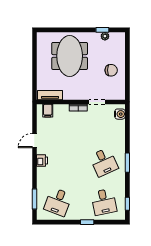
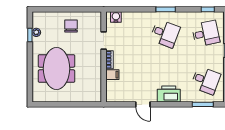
meeting table: (70, 56) -> (56, 68), turned 90
tv unit: (50, 95) -> (96, 88), removed
filing cabinet: (48, 111) -> (112, 75), moved
printer: (42, 160) -> (169, 94), width x1.87, depth x1.48
desk: (104, 162) -> (165, 33), turned 45

